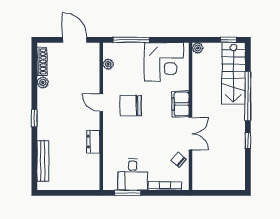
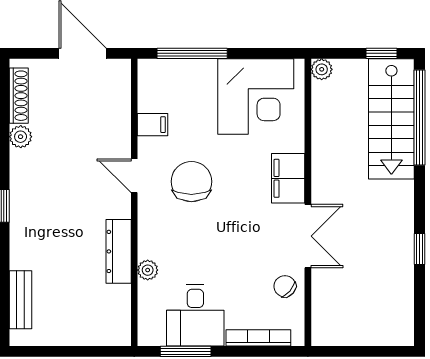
plant: (108, 64) -> (148, 270), moved
filing cabinet: (111, 76) -> (153, 125), added
window: (248, 96) -> (419, 118), moved
chair: (131, 106) -> (191, 182), turned 90
dresser: (93, 142) -> (119, 251), width x1.44
bench: (43, 161) -> (20, 300), width x0.73

